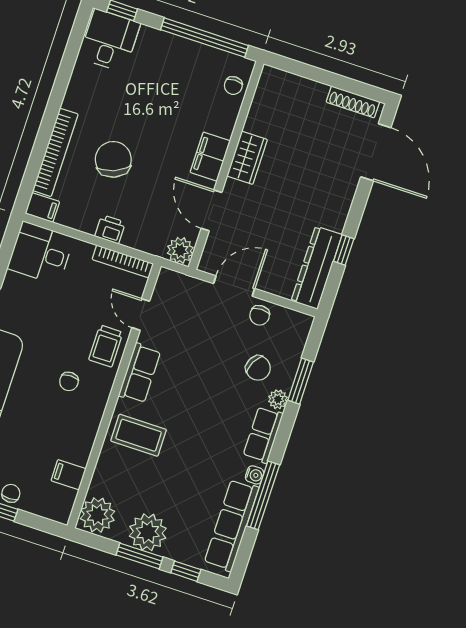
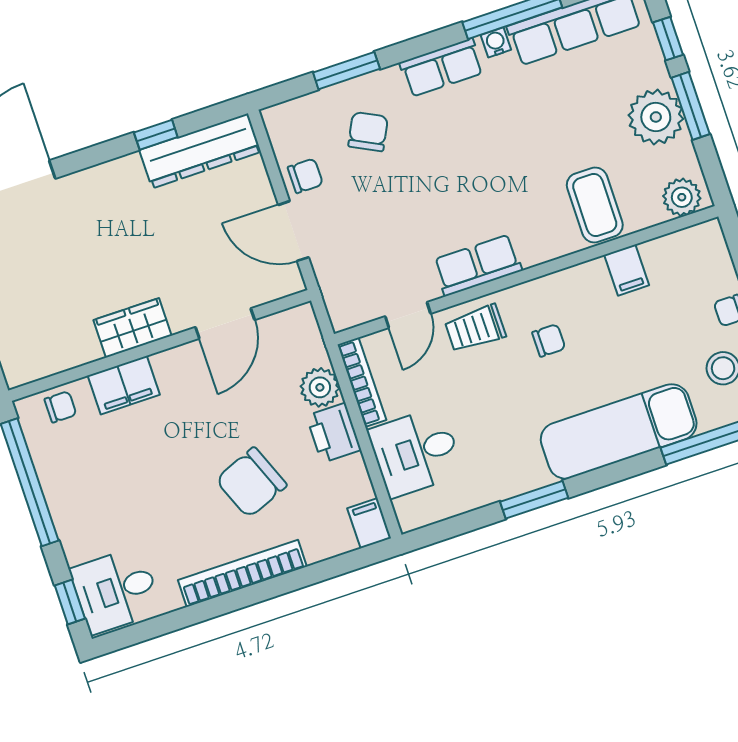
bookcase: (55, 152) -> (242, 573), moved
filing cabinet: (210, 157) -> (124, 385), moved
printer: (110, 229) -> (334, 433), width x1.36, depth x1.24
plant: (180, 250) -> (320, 387), moved
desk: (41, 253) -> (416, 452), moved, turned 90
trolley: (106, 346) -> (475, 328), turned 180
plant: (278, 399) -> (387, 81), removed
coffee table: (139, 435) -> (595, 205), moved
filing cabinet: (69, 475) -> (627, 270), moved
plant: (97, 515) -> (682, 197), width x0.73, depth x0.73

